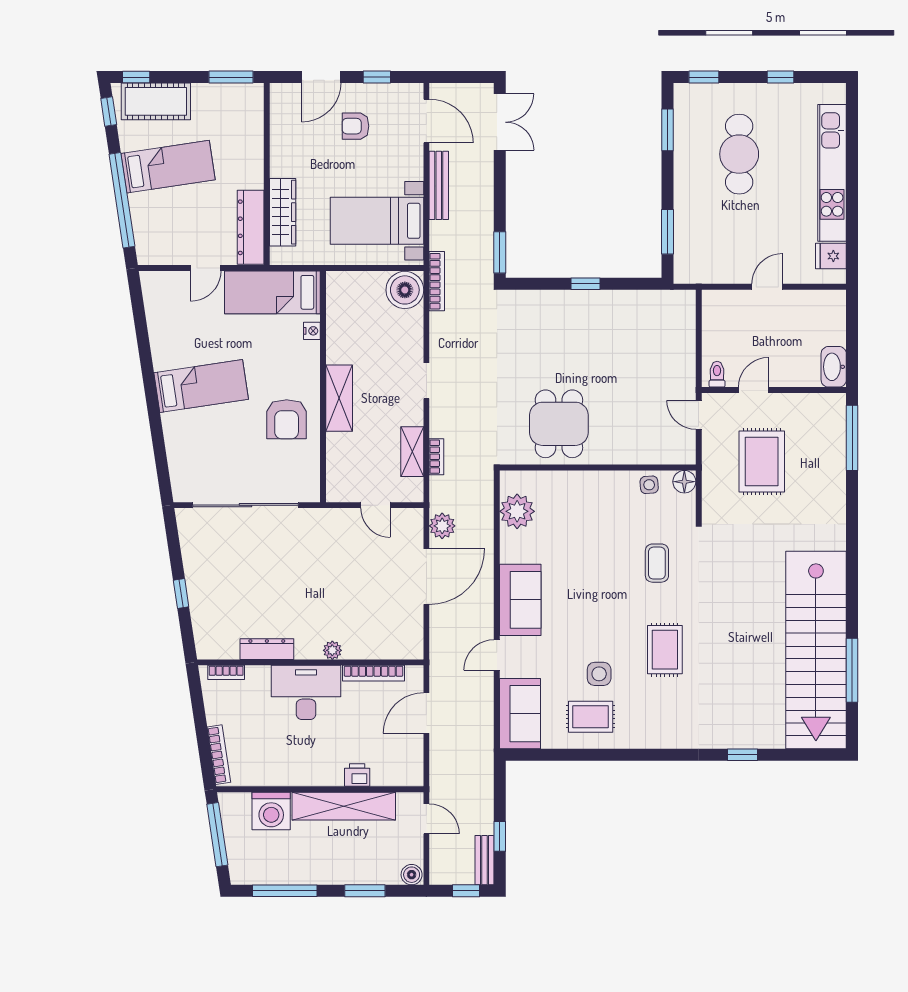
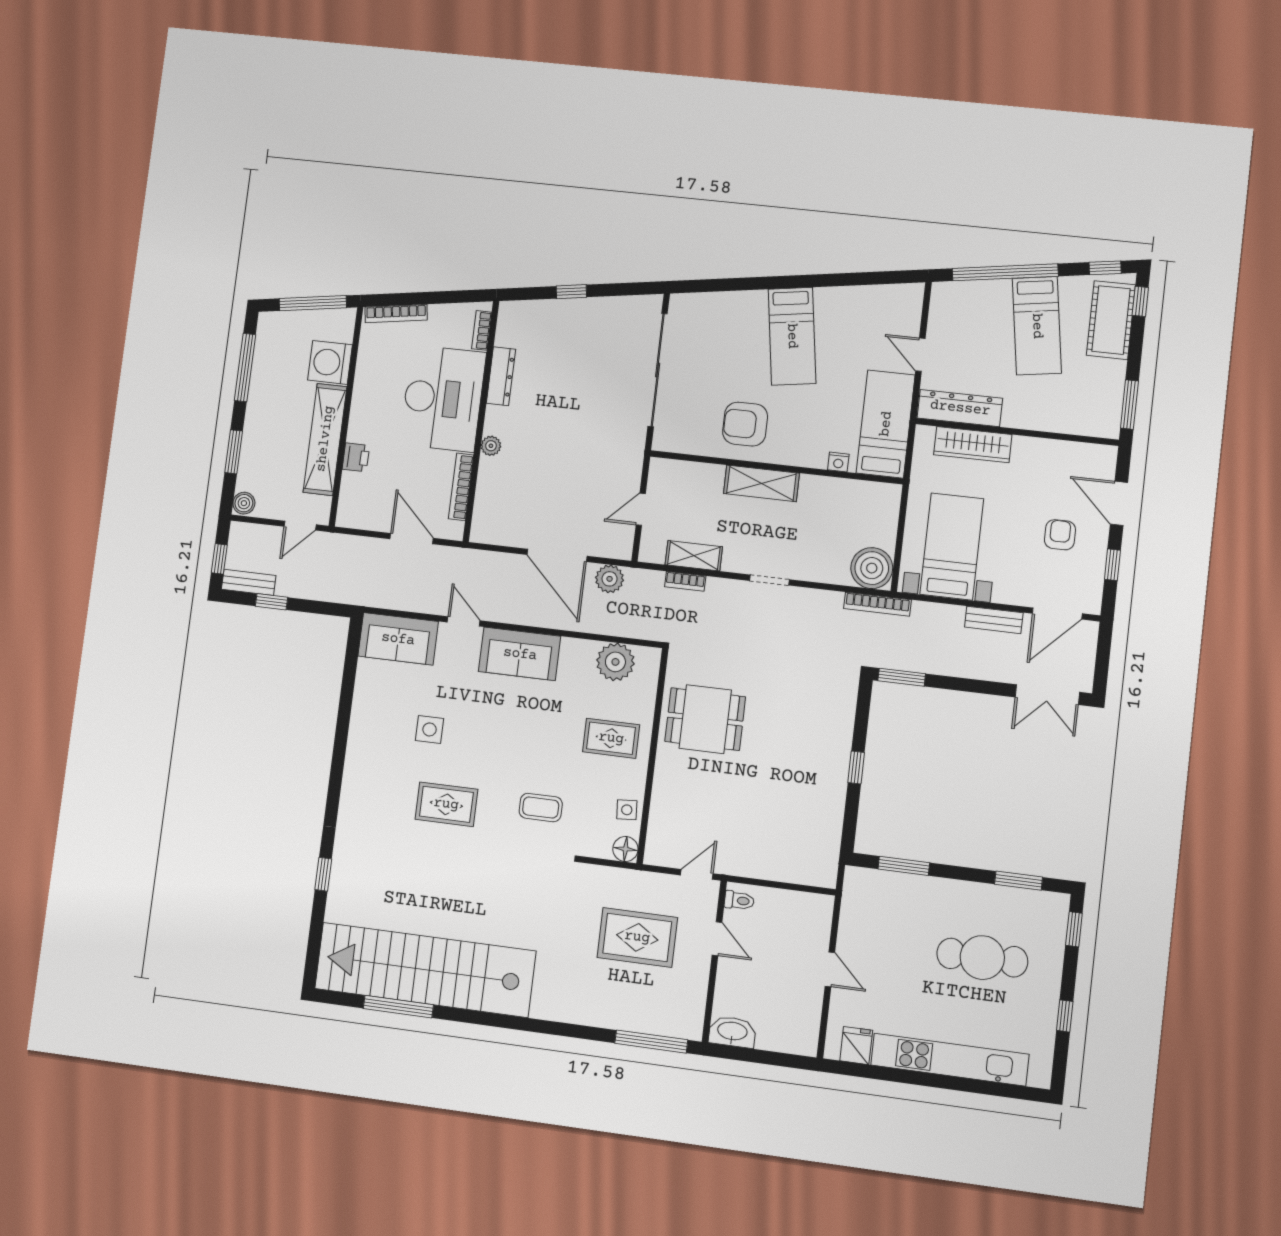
bench: (439, 185) -> (994, 620), width x0.73
desk: (306, 692) -> (443, 398), width x1.36, depth x1.30
rug: (591, 717) -> (611, 738), moved, turned 90

